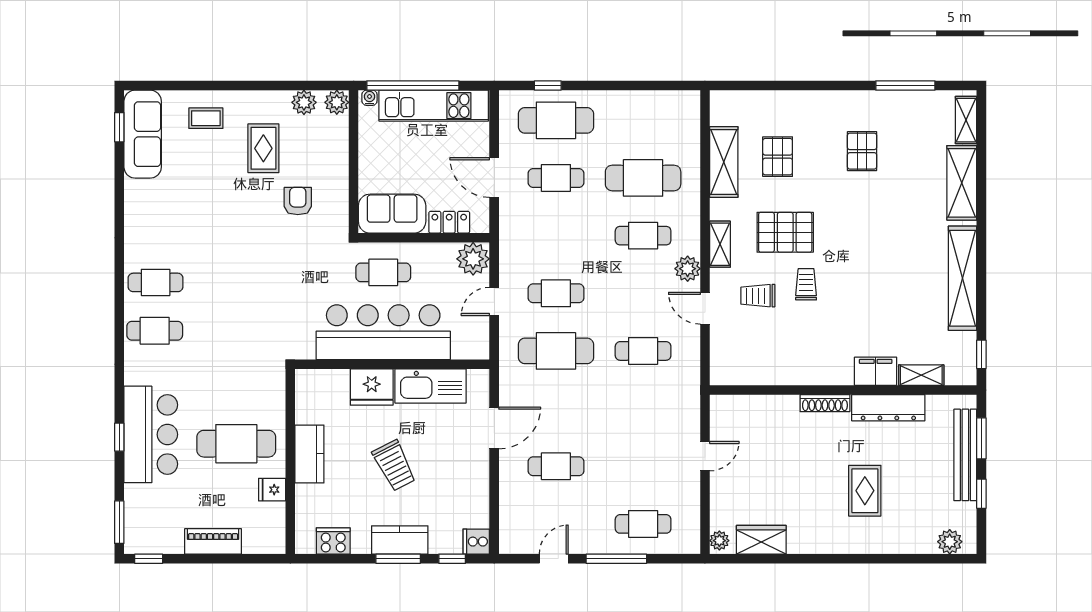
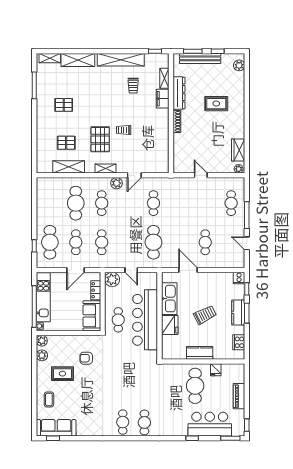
cafe table: (556, 293) -> (102, 242), moved
trolley: (758, 296) -> (133, 86), moved
bar counter: (151, 434) -> (210, 424), moved

